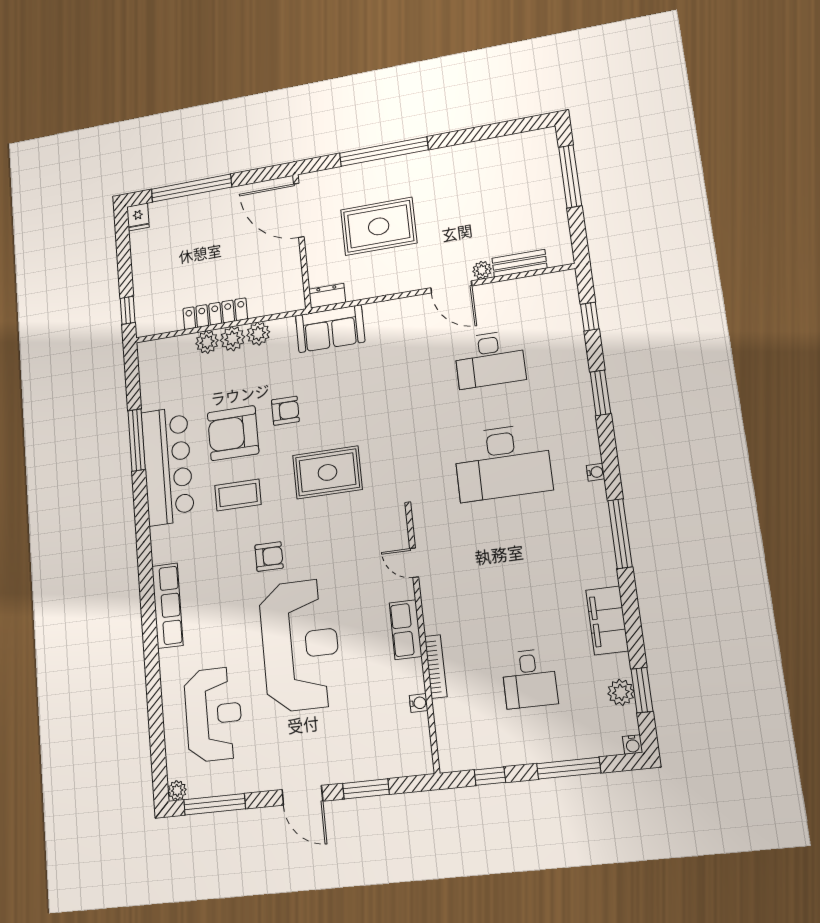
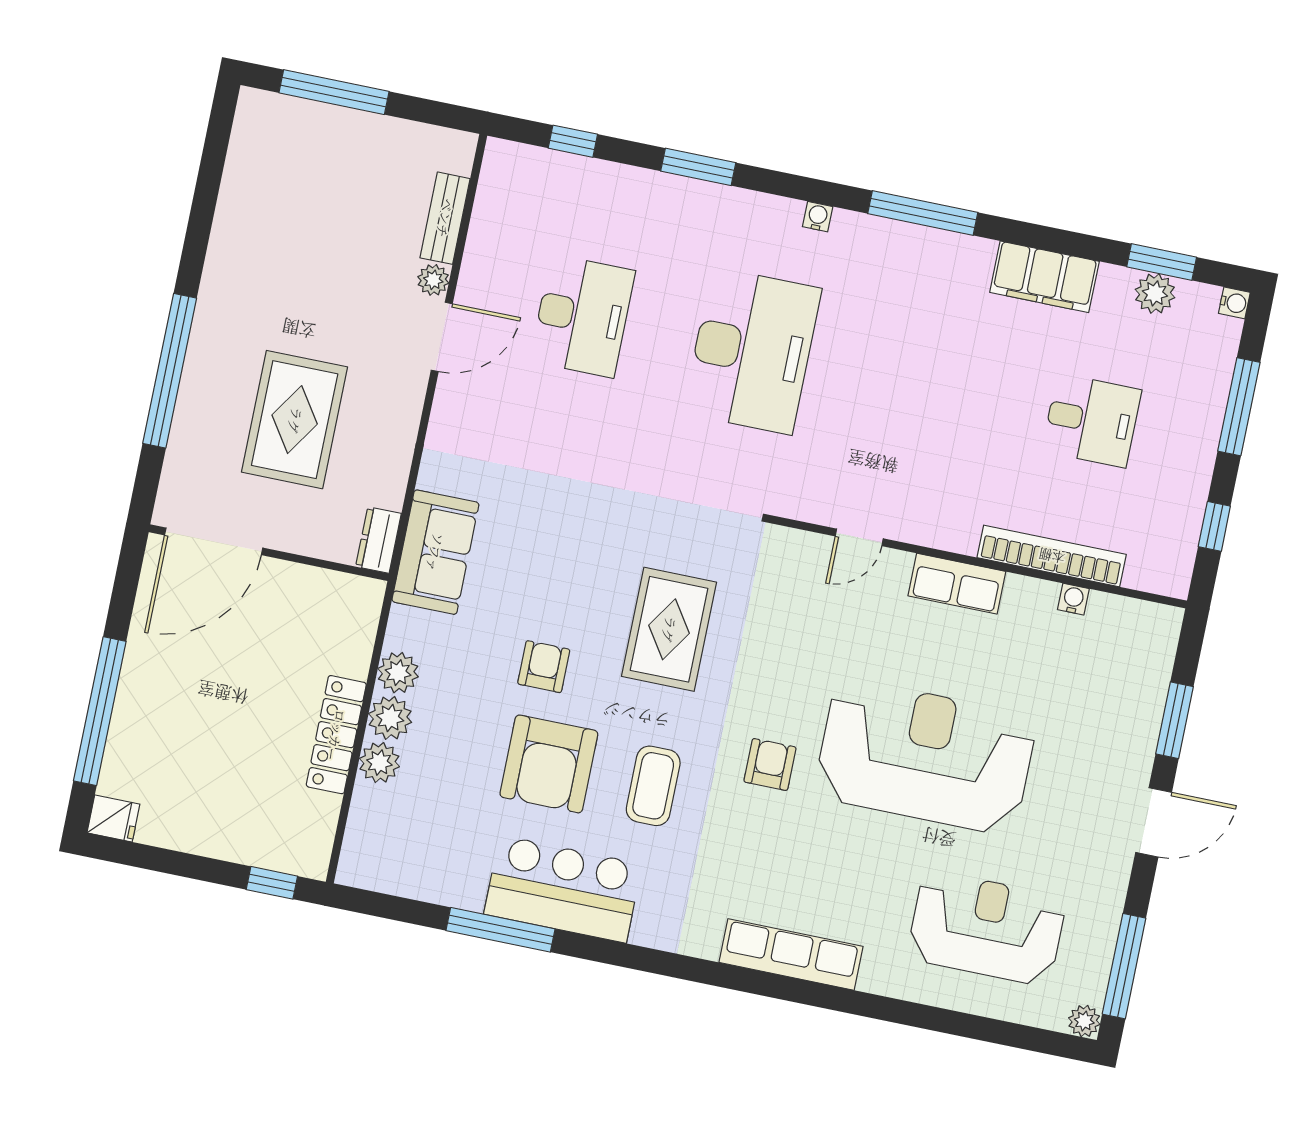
bar counter: (168, 466) -> (563, 889), width x0.73
bookcase: (436, 666) -> (1052, 556), width x1.48, depth x1.31

